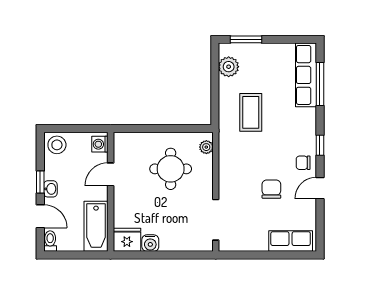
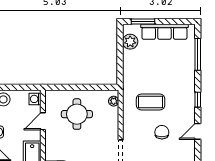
row of seats: (306, 75) -> (164, 32), moved, turned -90
coffee table: (251, 112) -> (151, 102), moved, turned 90
chair: (303, 163) -> (185, 113), removed
round table: (171, 169) -> (77, 114), moved

